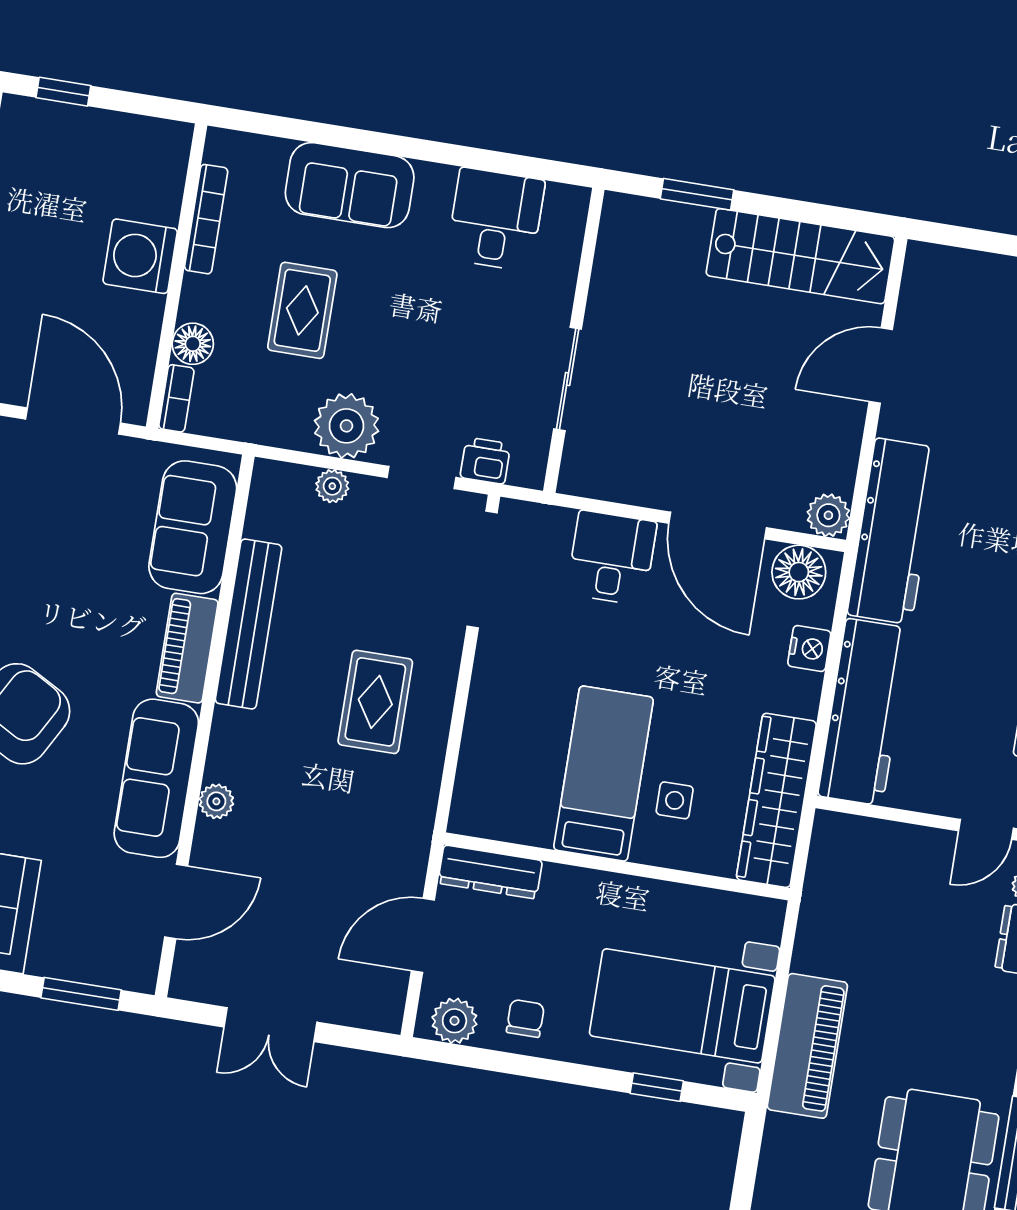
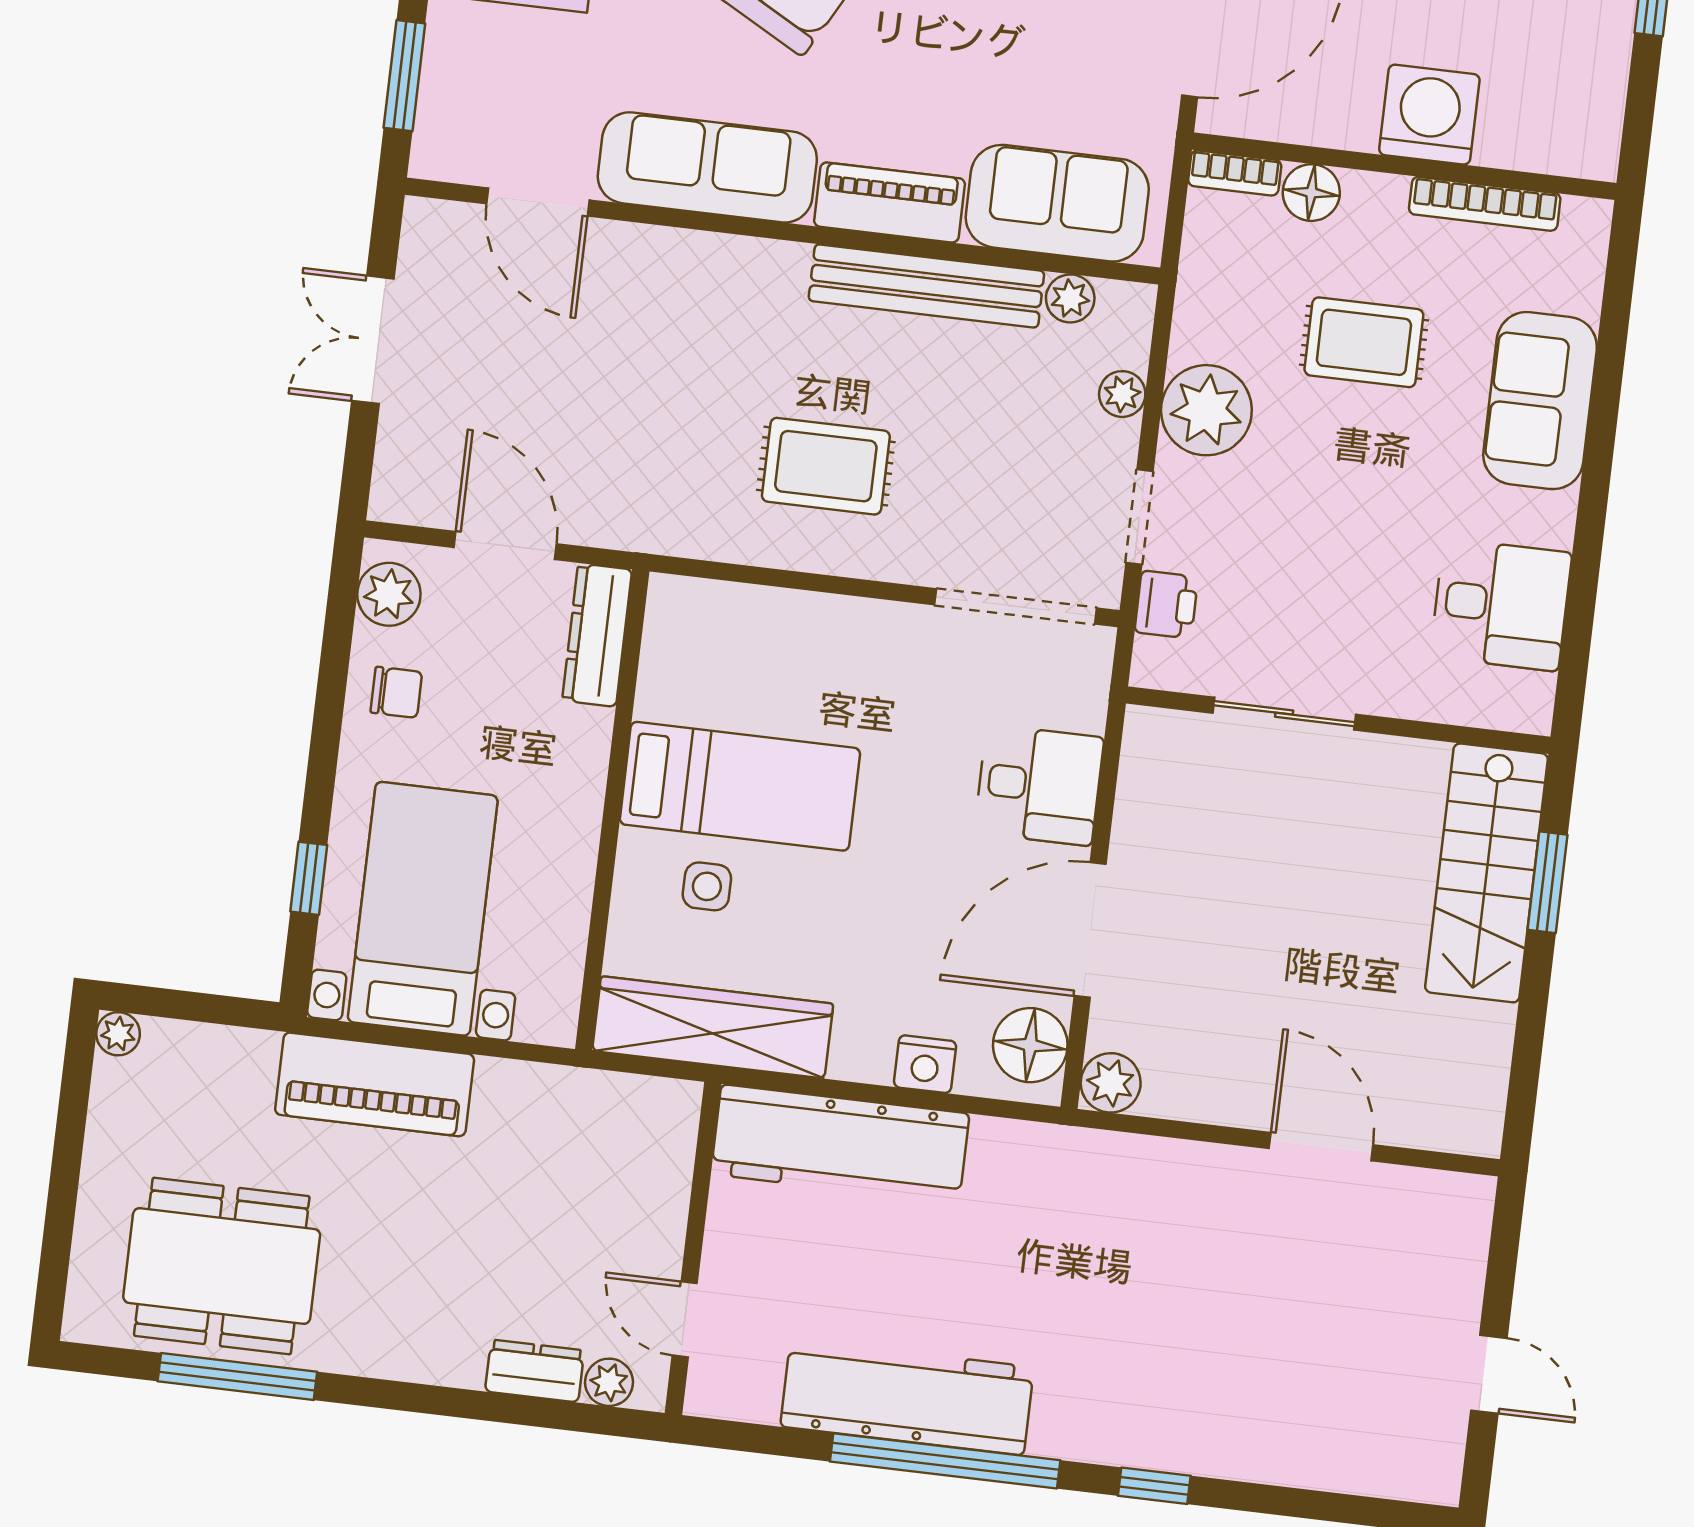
stairs: (800, 256) -> (1486, 873), moved
workbench: (893, 531) -> (1092, 1174), removed
plant: (216, 801) -> (1070, 298), moved

